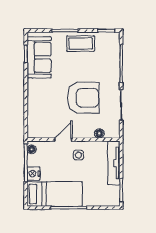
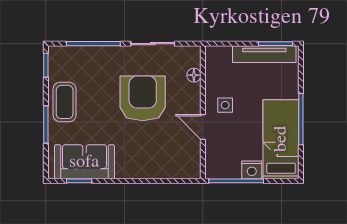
floor lamp: (32, 149) -> (217, 172), removed
tv unit: (114, 163) -> (264, 54), moved

